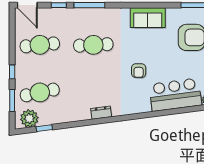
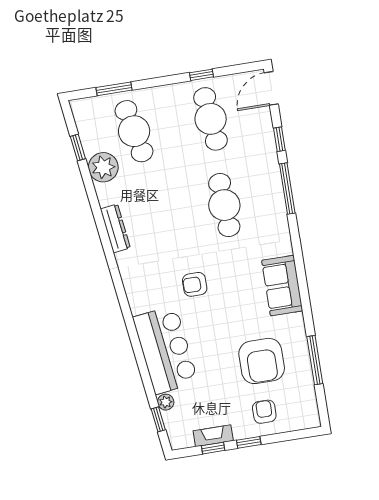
window: (12, 72) -> (202, 75), moved
dresser: (101, 113) -> (115, 228), width x1.44
plant: (29, 118) -> (103, 167), moved

